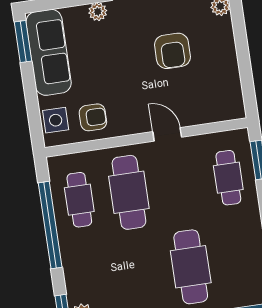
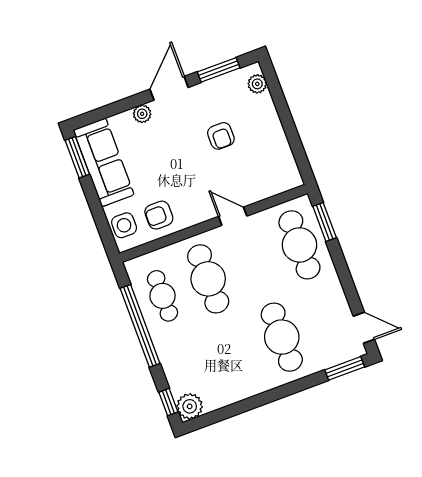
armchair: (172, 51) -> (221, 136), width x0.72, depth x0.72
armchair: (93, 117) -> (159, 215), turned 180
cafe table: (228, 178) -> (299, 245), width x1.37, depth x1.35

